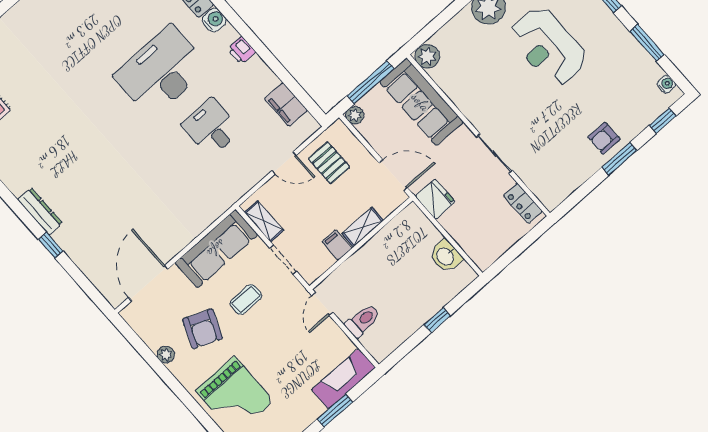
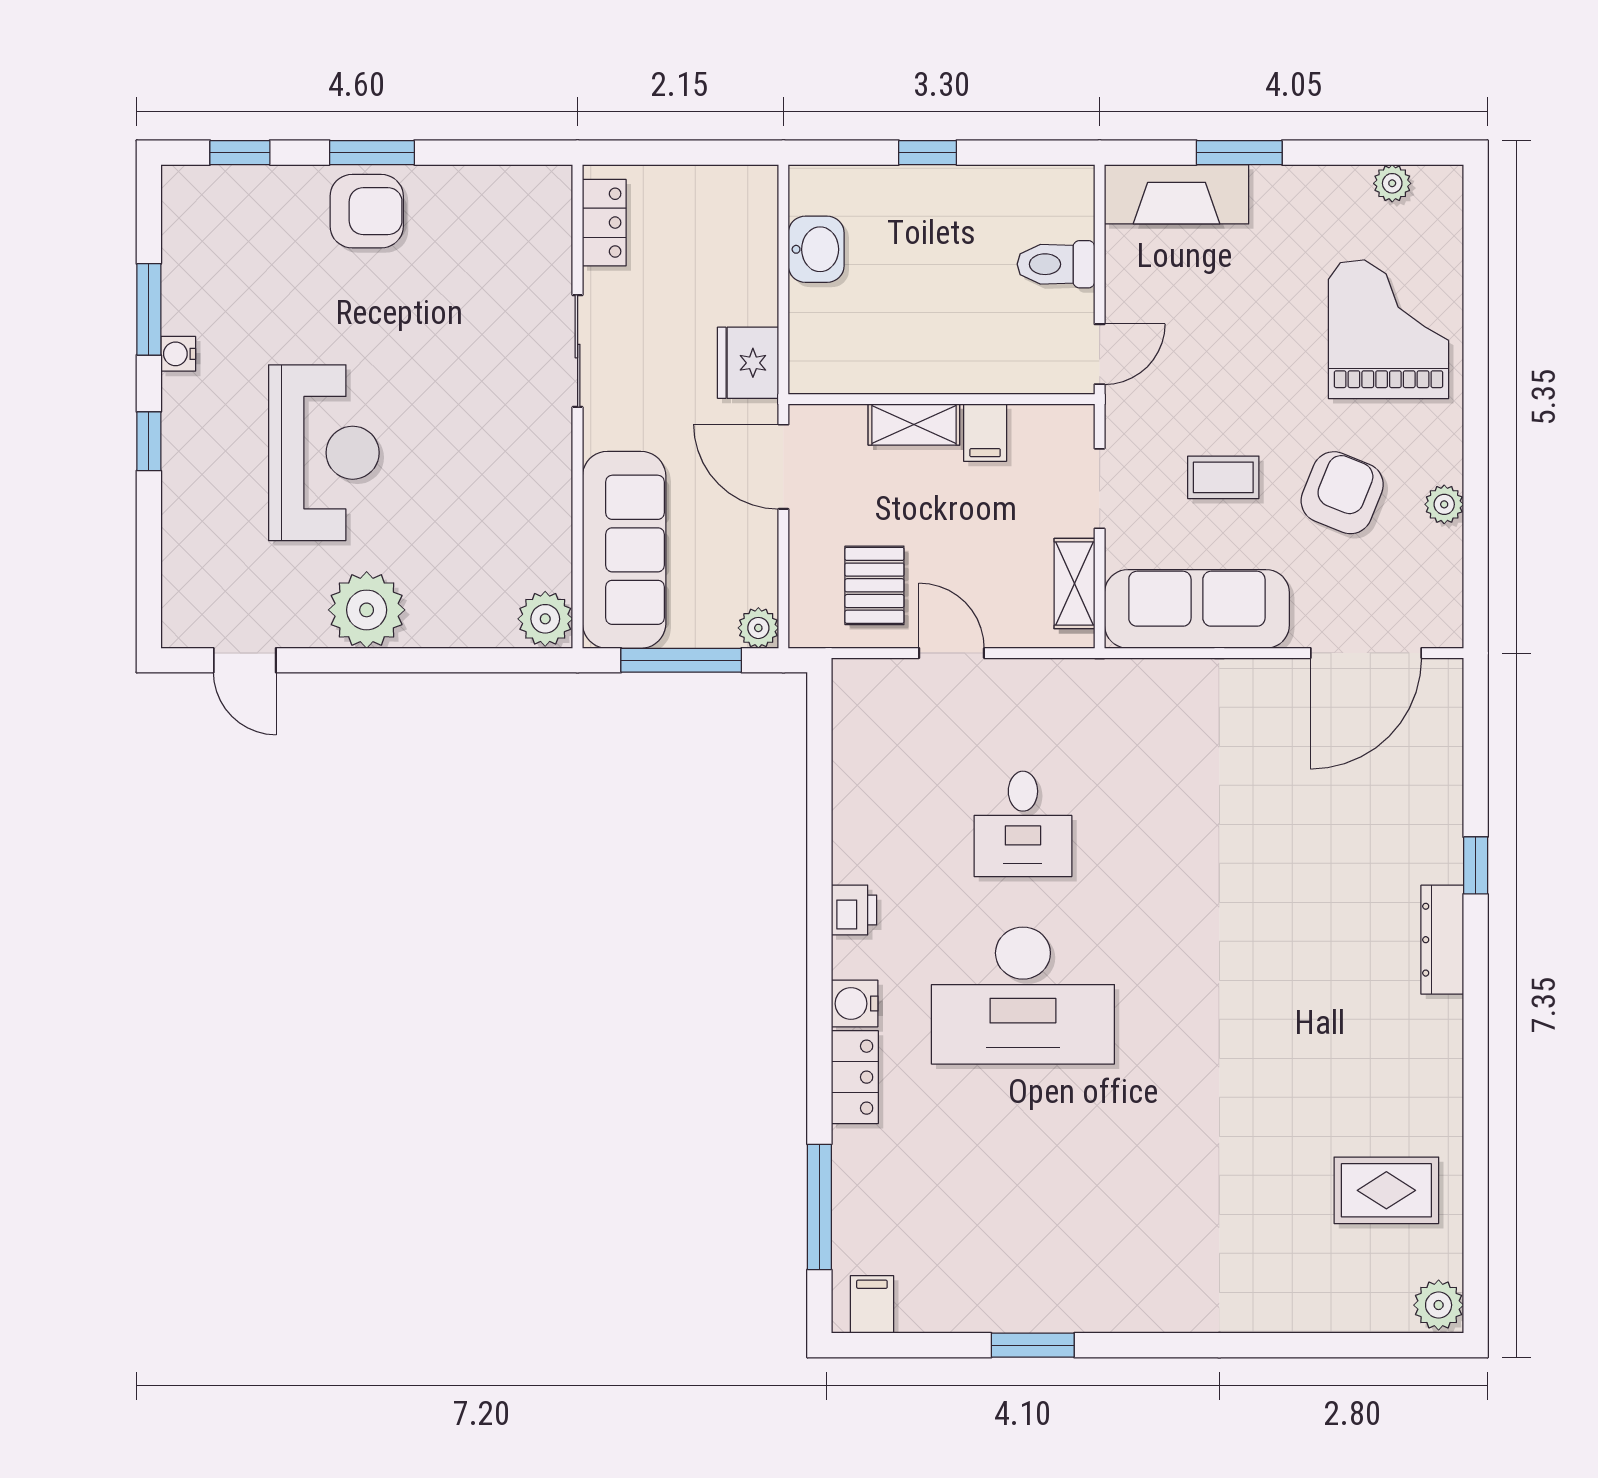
water cooler: (666, 84) -> (178, 354), moved
filing cabinet: (286, 104) -> (860, 750), removed
armchair: (604, 138) -> (367, 211), width x1.38, depth x1.38

